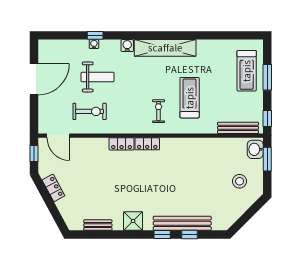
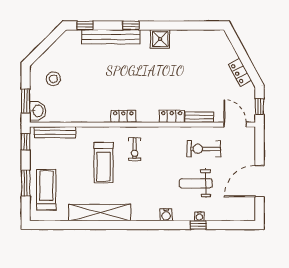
shelving: (165, 48) -> (100, 213), moved
locker: (147, 144) -> (123, 116), moved
bench: (98, 225) -> (199, 117), moved
window: (190, 235) -> (85, 25), moved

